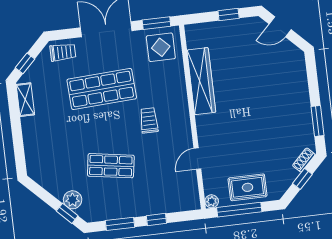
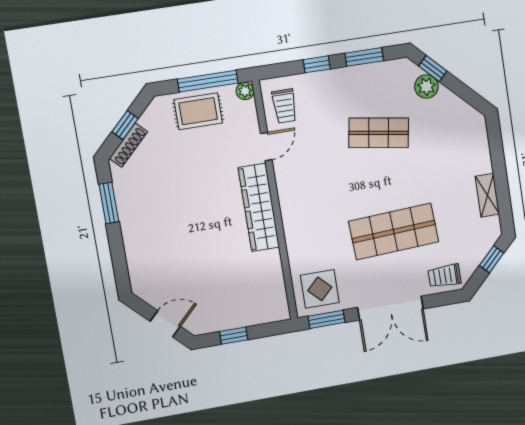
wardrobe: (201, 81) -> (259, 207), moved
shelving: (25, 100) -> (487, 195), moved
trolley: (149, 120) -> (284, 106), moved
shoe rack: (304, 160) -> (128, 145), width x1.43

